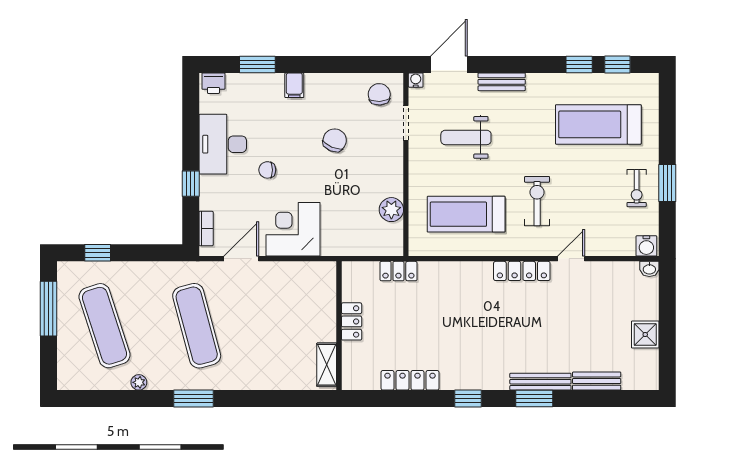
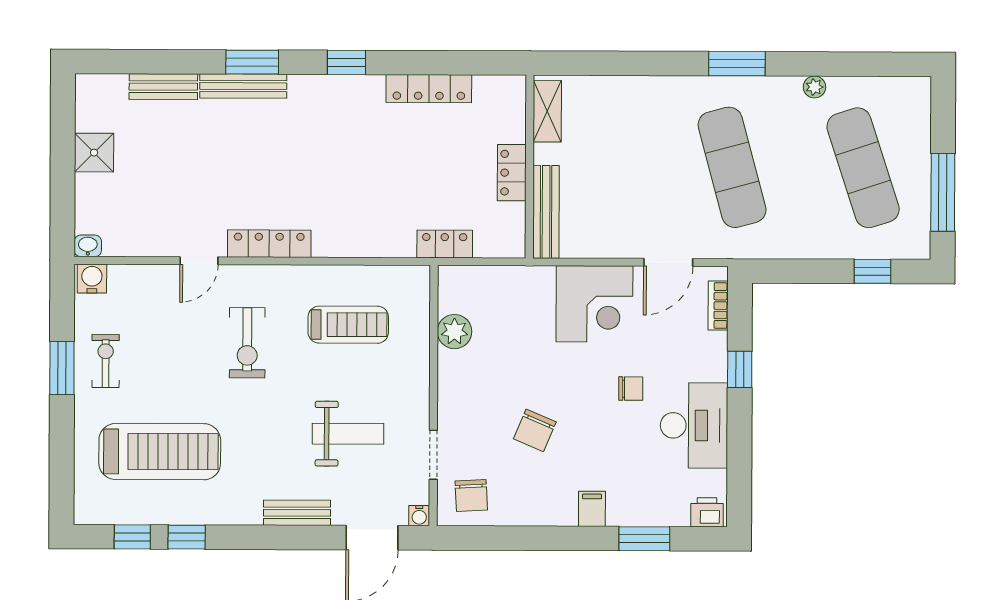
treadmill: (466, 214) -> (348, 325), width x0.73, depth x0.73
bench: (327, 294) -> (546, 212), added

